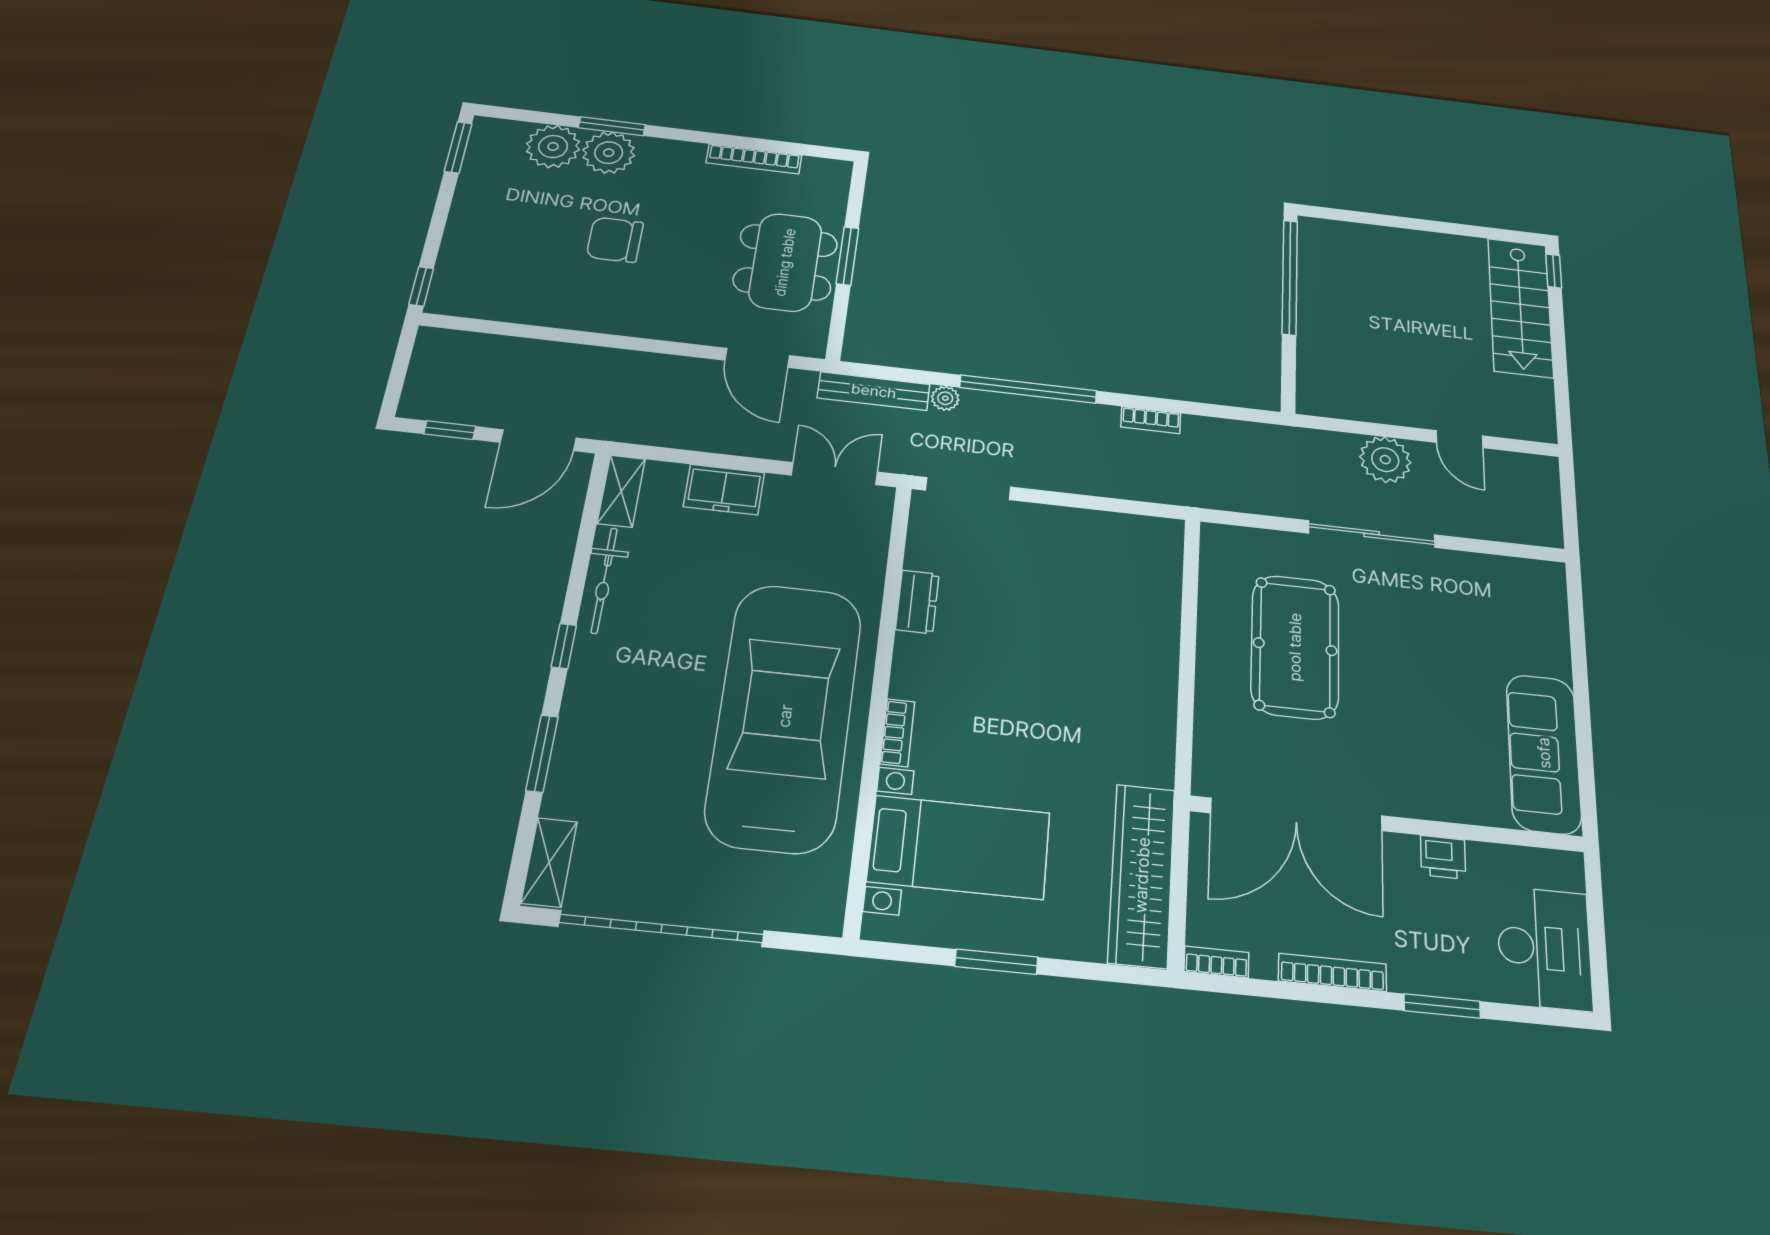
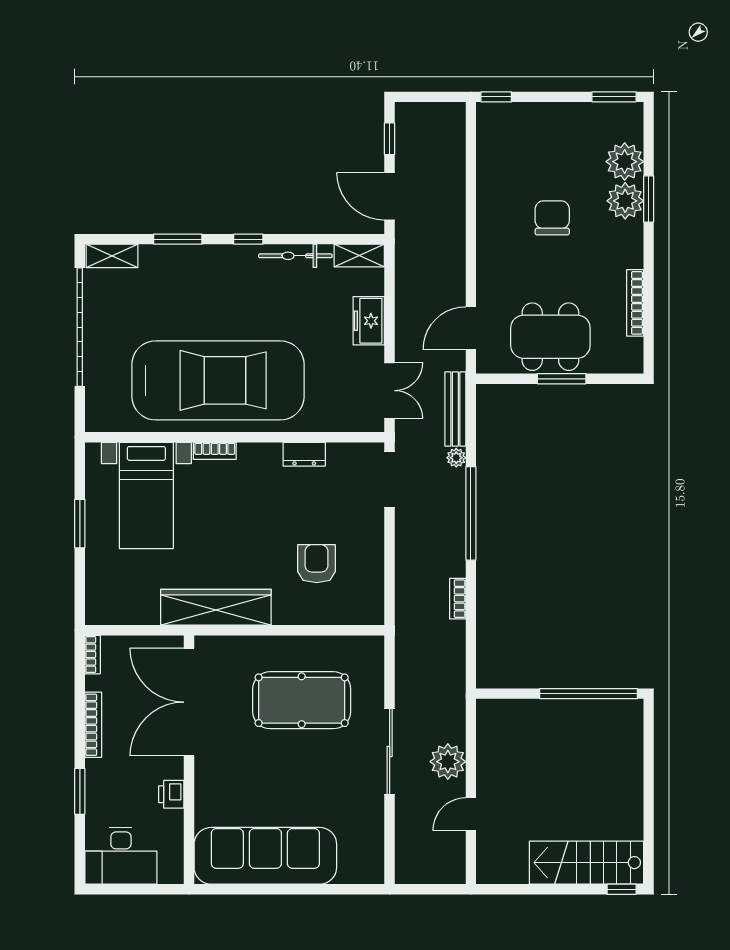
armchair: (1088, 603) -> (317, 564), added
sofa: (1544, 753) -> (265, 856), width x1.36, depth x1.27
wardrobe: (1142, 875) -> (216, 607), moved

